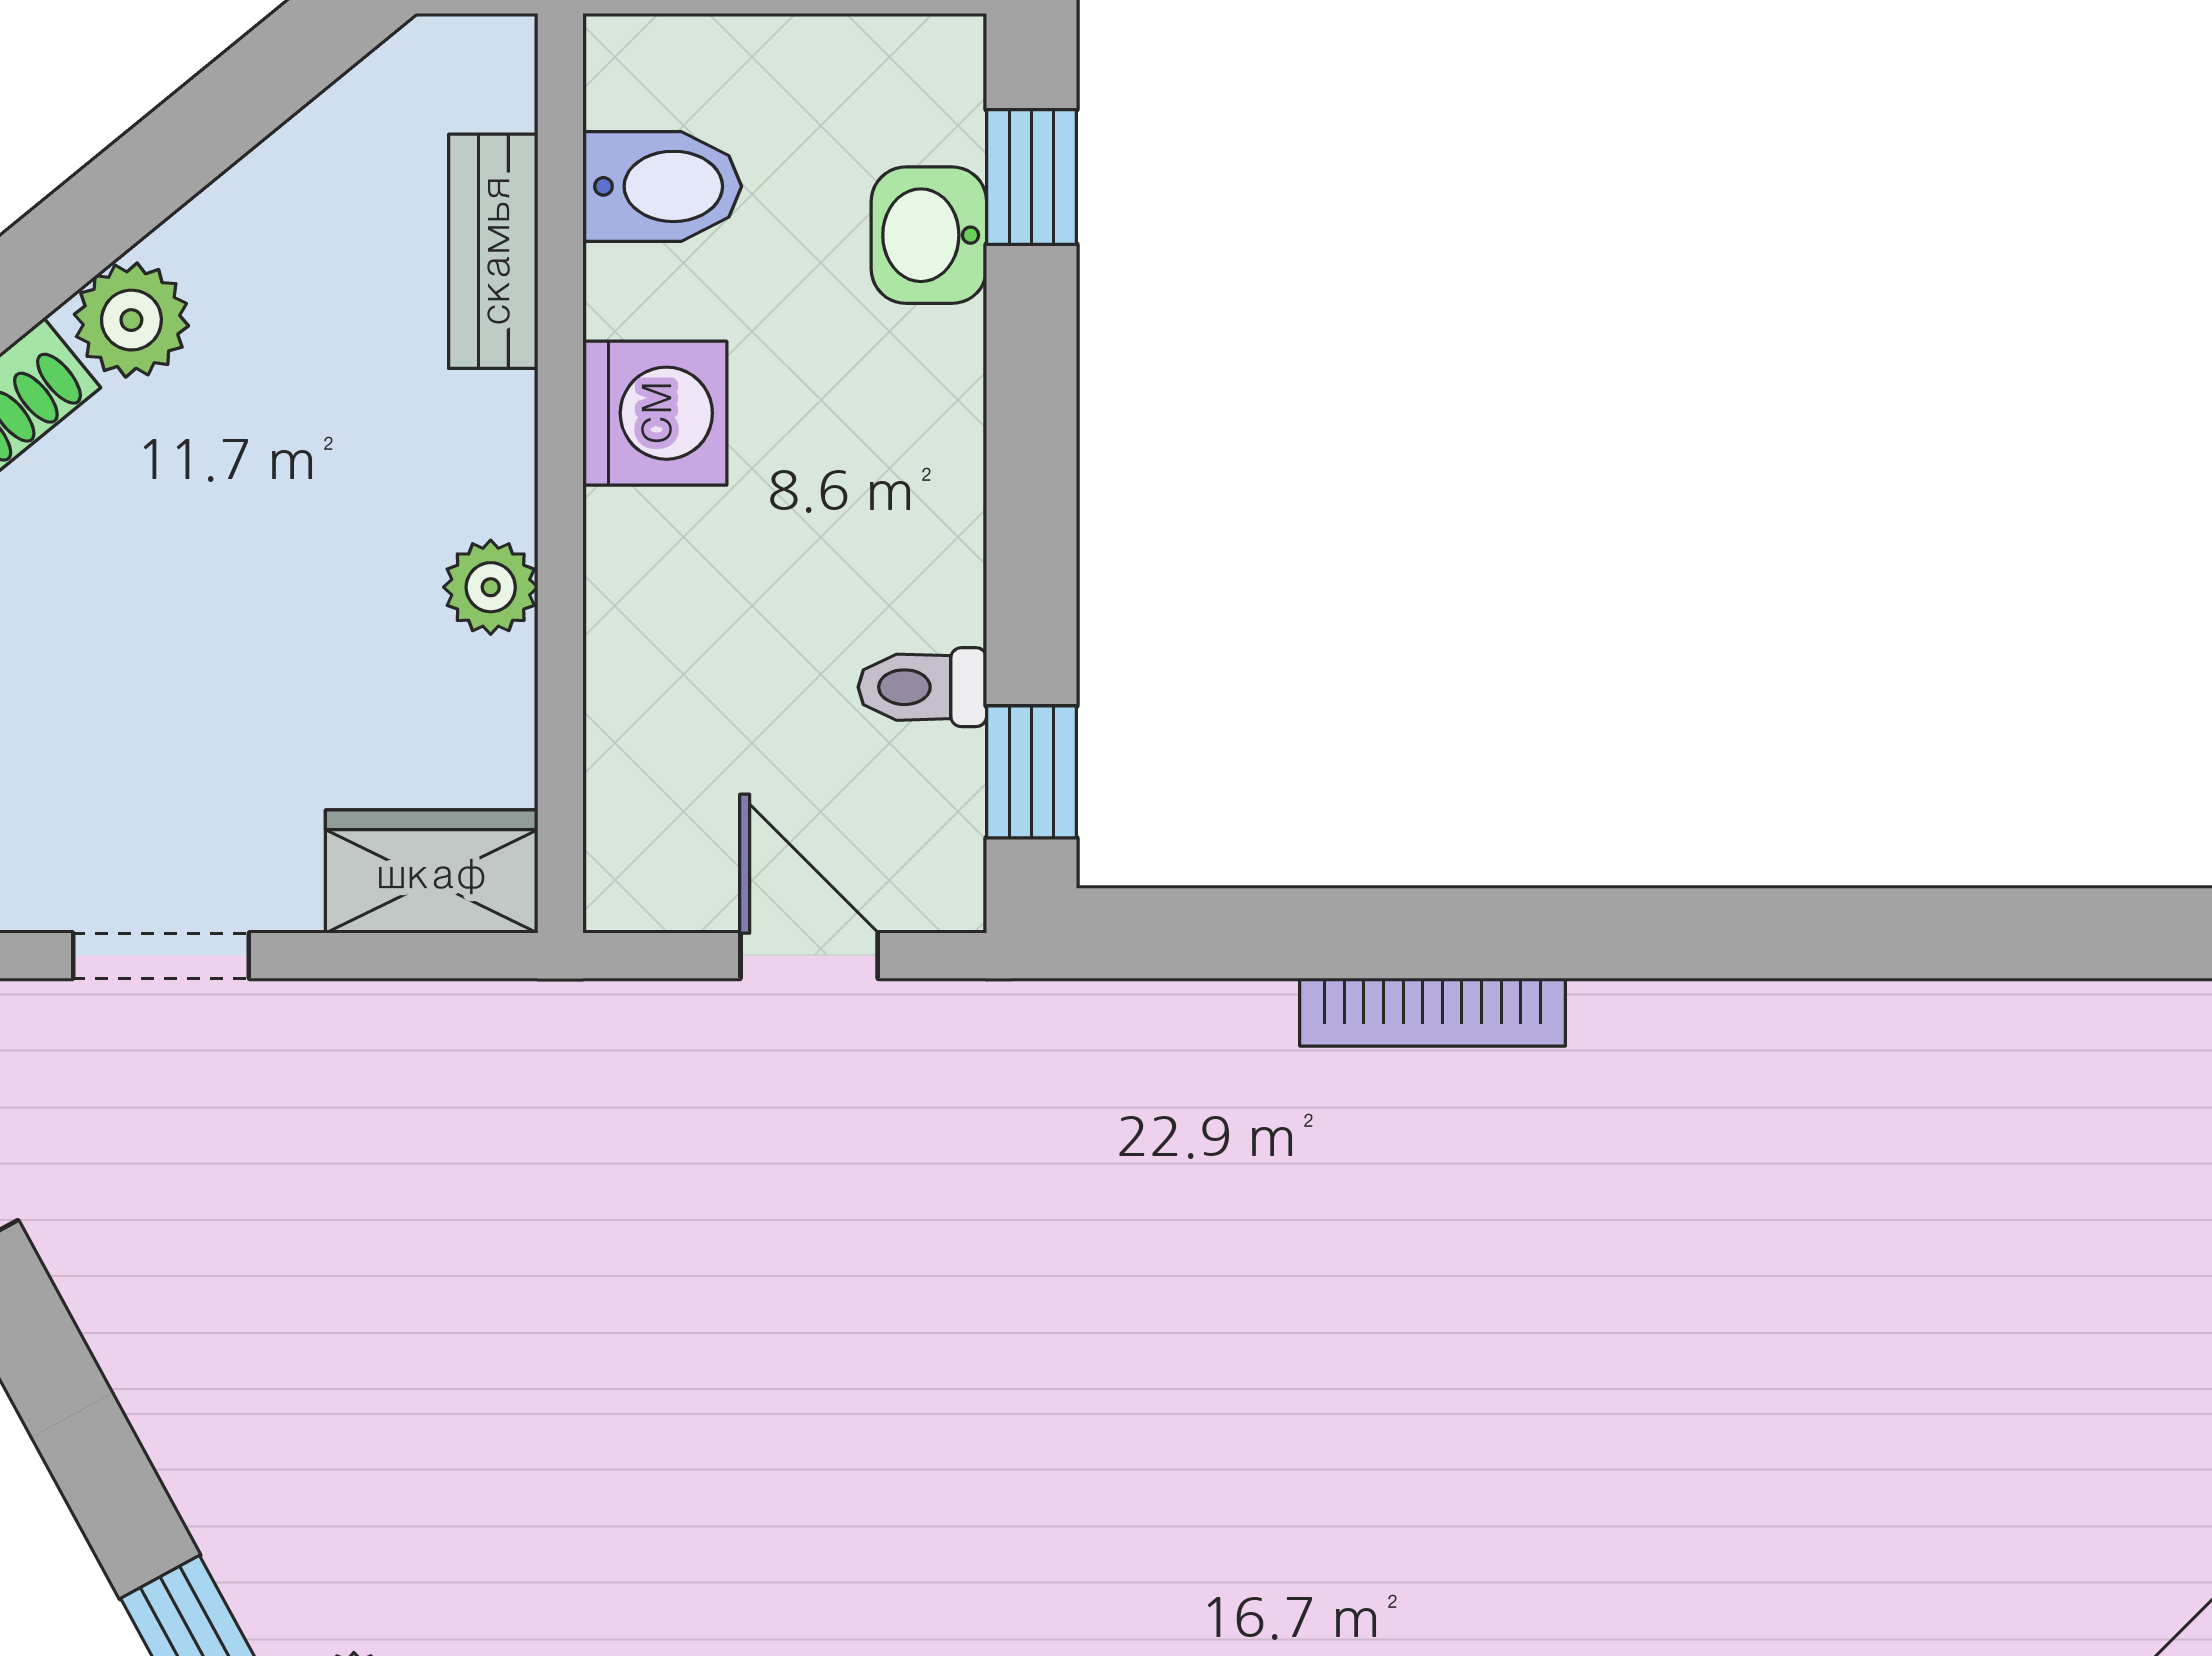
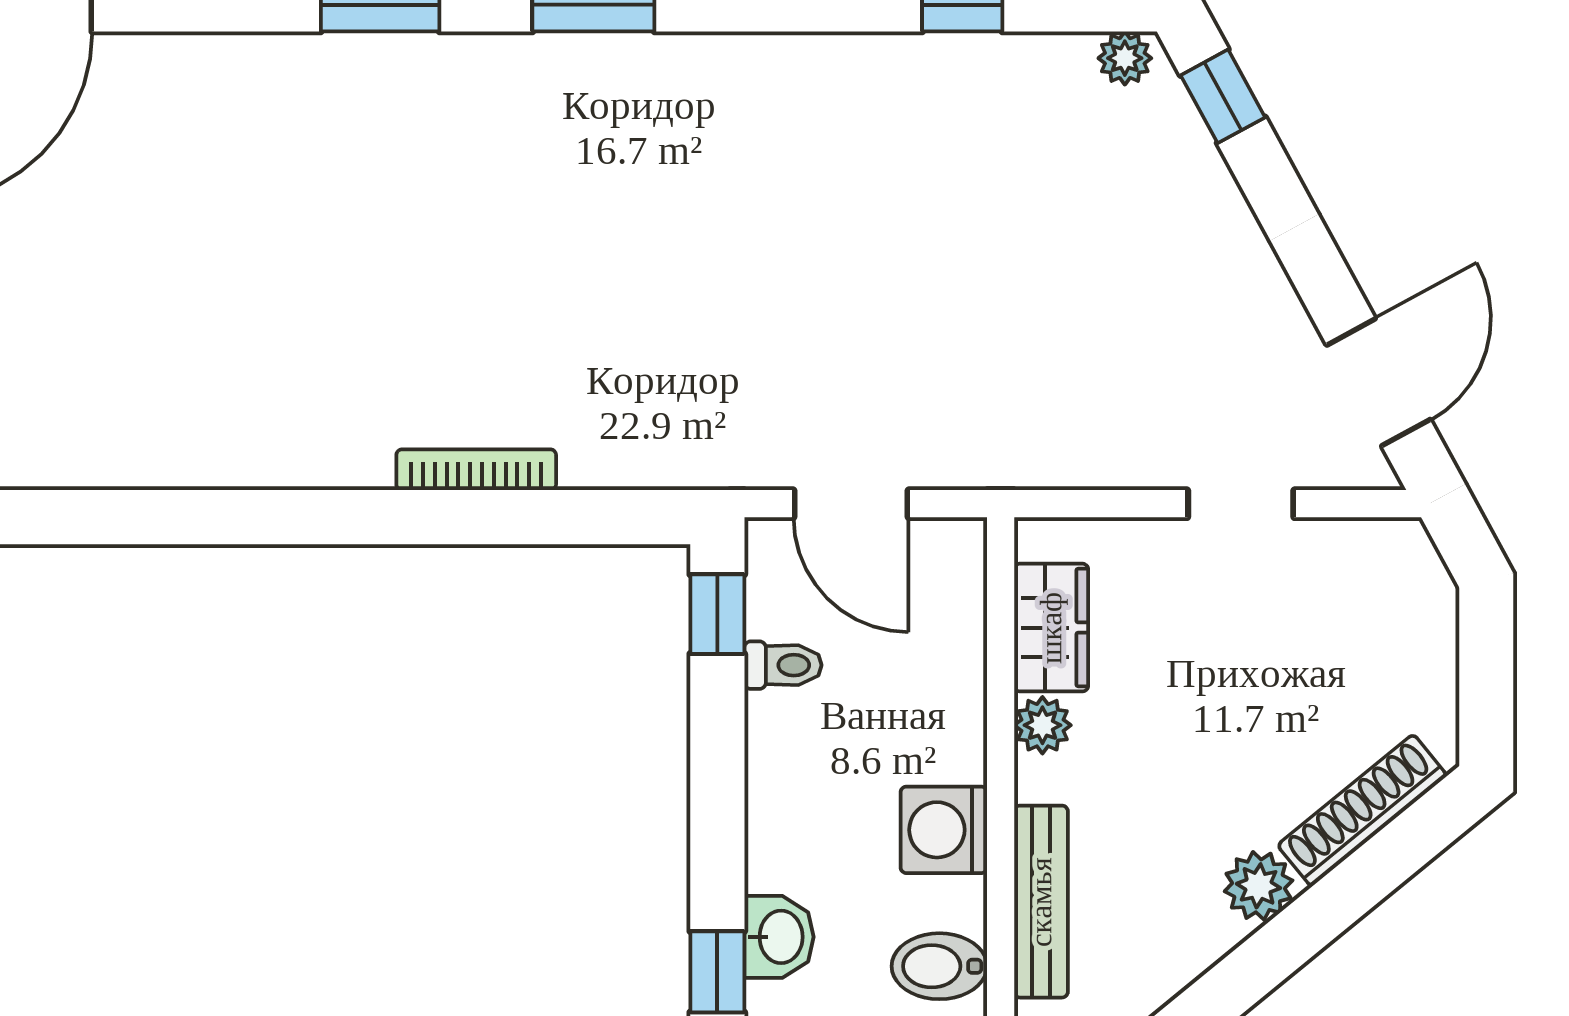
bench: (493, 251) -> (1041, 902), width x1.36
wardrobe: (432, 872) -> (1051, 628), moved, turned -90
door: (809, 956) -> (851, 504), width x1.38

